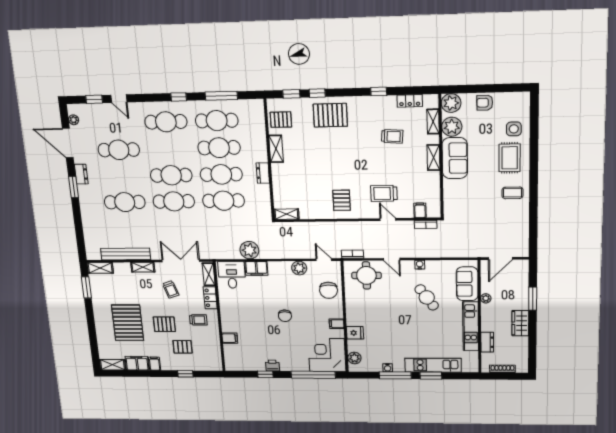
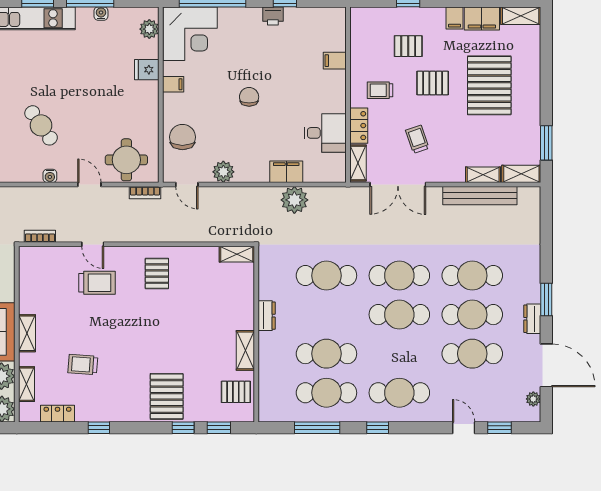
pallet: (330, 115) -> (167, 396), turned 90
cafe table: (221, 174) -> (472, 315), moved
filing cabinet: (420, 210) -> (47, 257), removed
shelving: (143, 267) -> (483, 175), moved
desk: (232, 275) -> (325, 133), moved, turned -90

